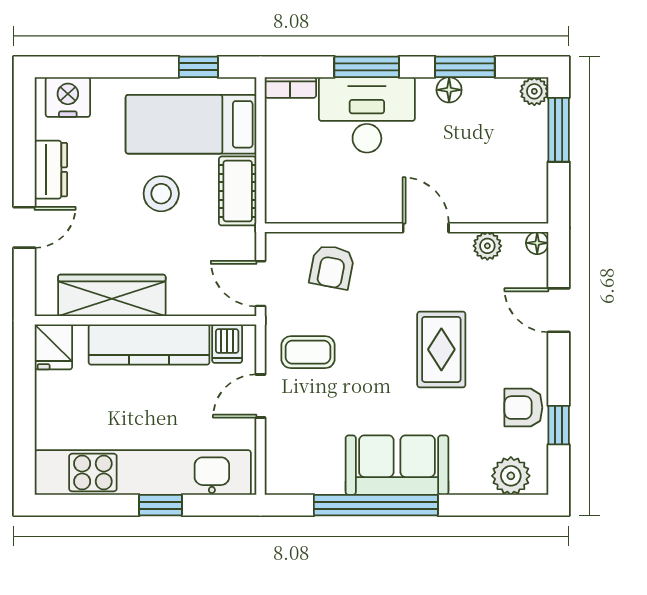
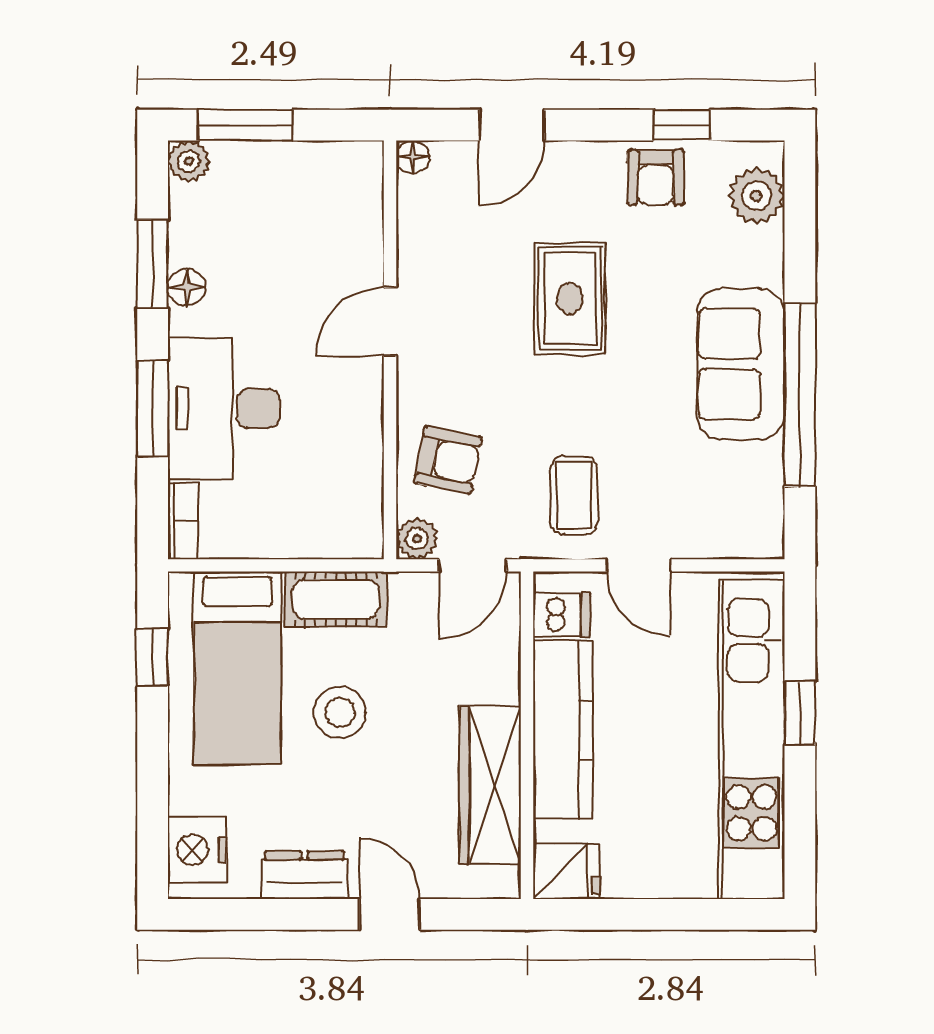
plant: (487, 246) -> (417, 539), moved
rug: (441, 349) -> (570, 298), turned 90

